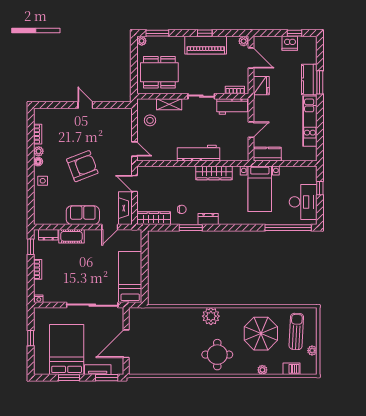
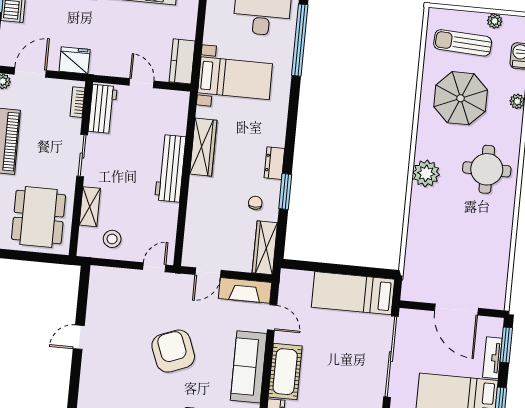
sofa: (83, 215) -> (249, 367), width x1.36
cot: (71, 236) -> (285, 372), width x1.37, depth x1.34

